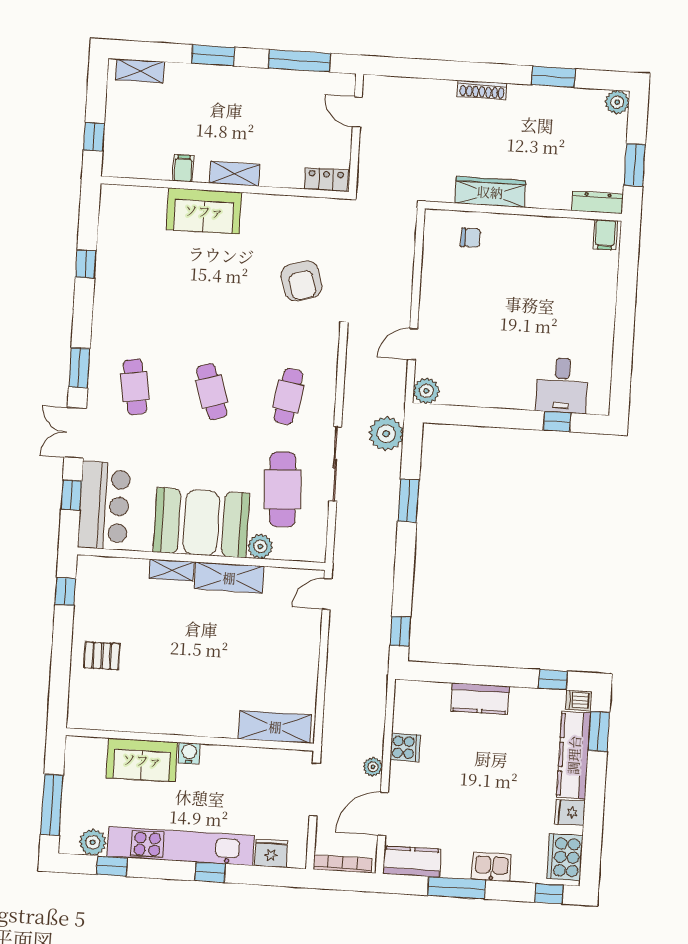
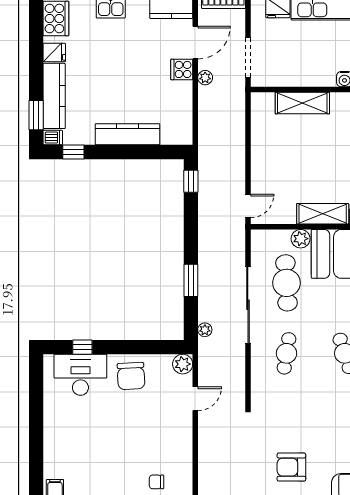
armchair: (301, 281) -> (291, 467), moved, turned -73
chair: (495, 379) -> (131, 376), added
desk: (562, 385) -> (80, 375), width x1.37
plant: (386, 434) -> (205, 330), width x0.53, depth x0.53
sliding door: (335, 464) -> (248, 305), width x1.36
kitchen counter: (480, 699) -> (128, 134), width x1.50
shelving: (275, 727) -> (302, 103), moved
cooker: (405, 747) -> (182, 69), moved

